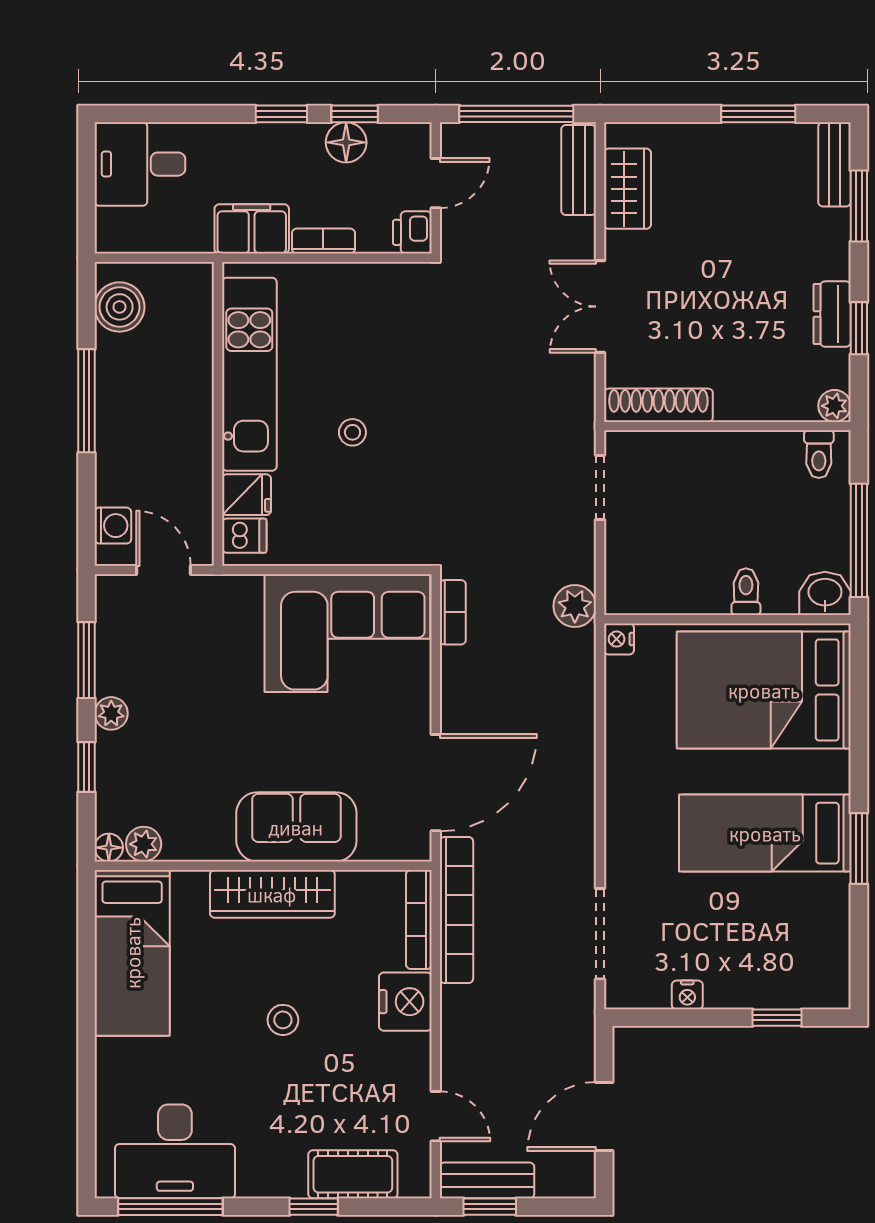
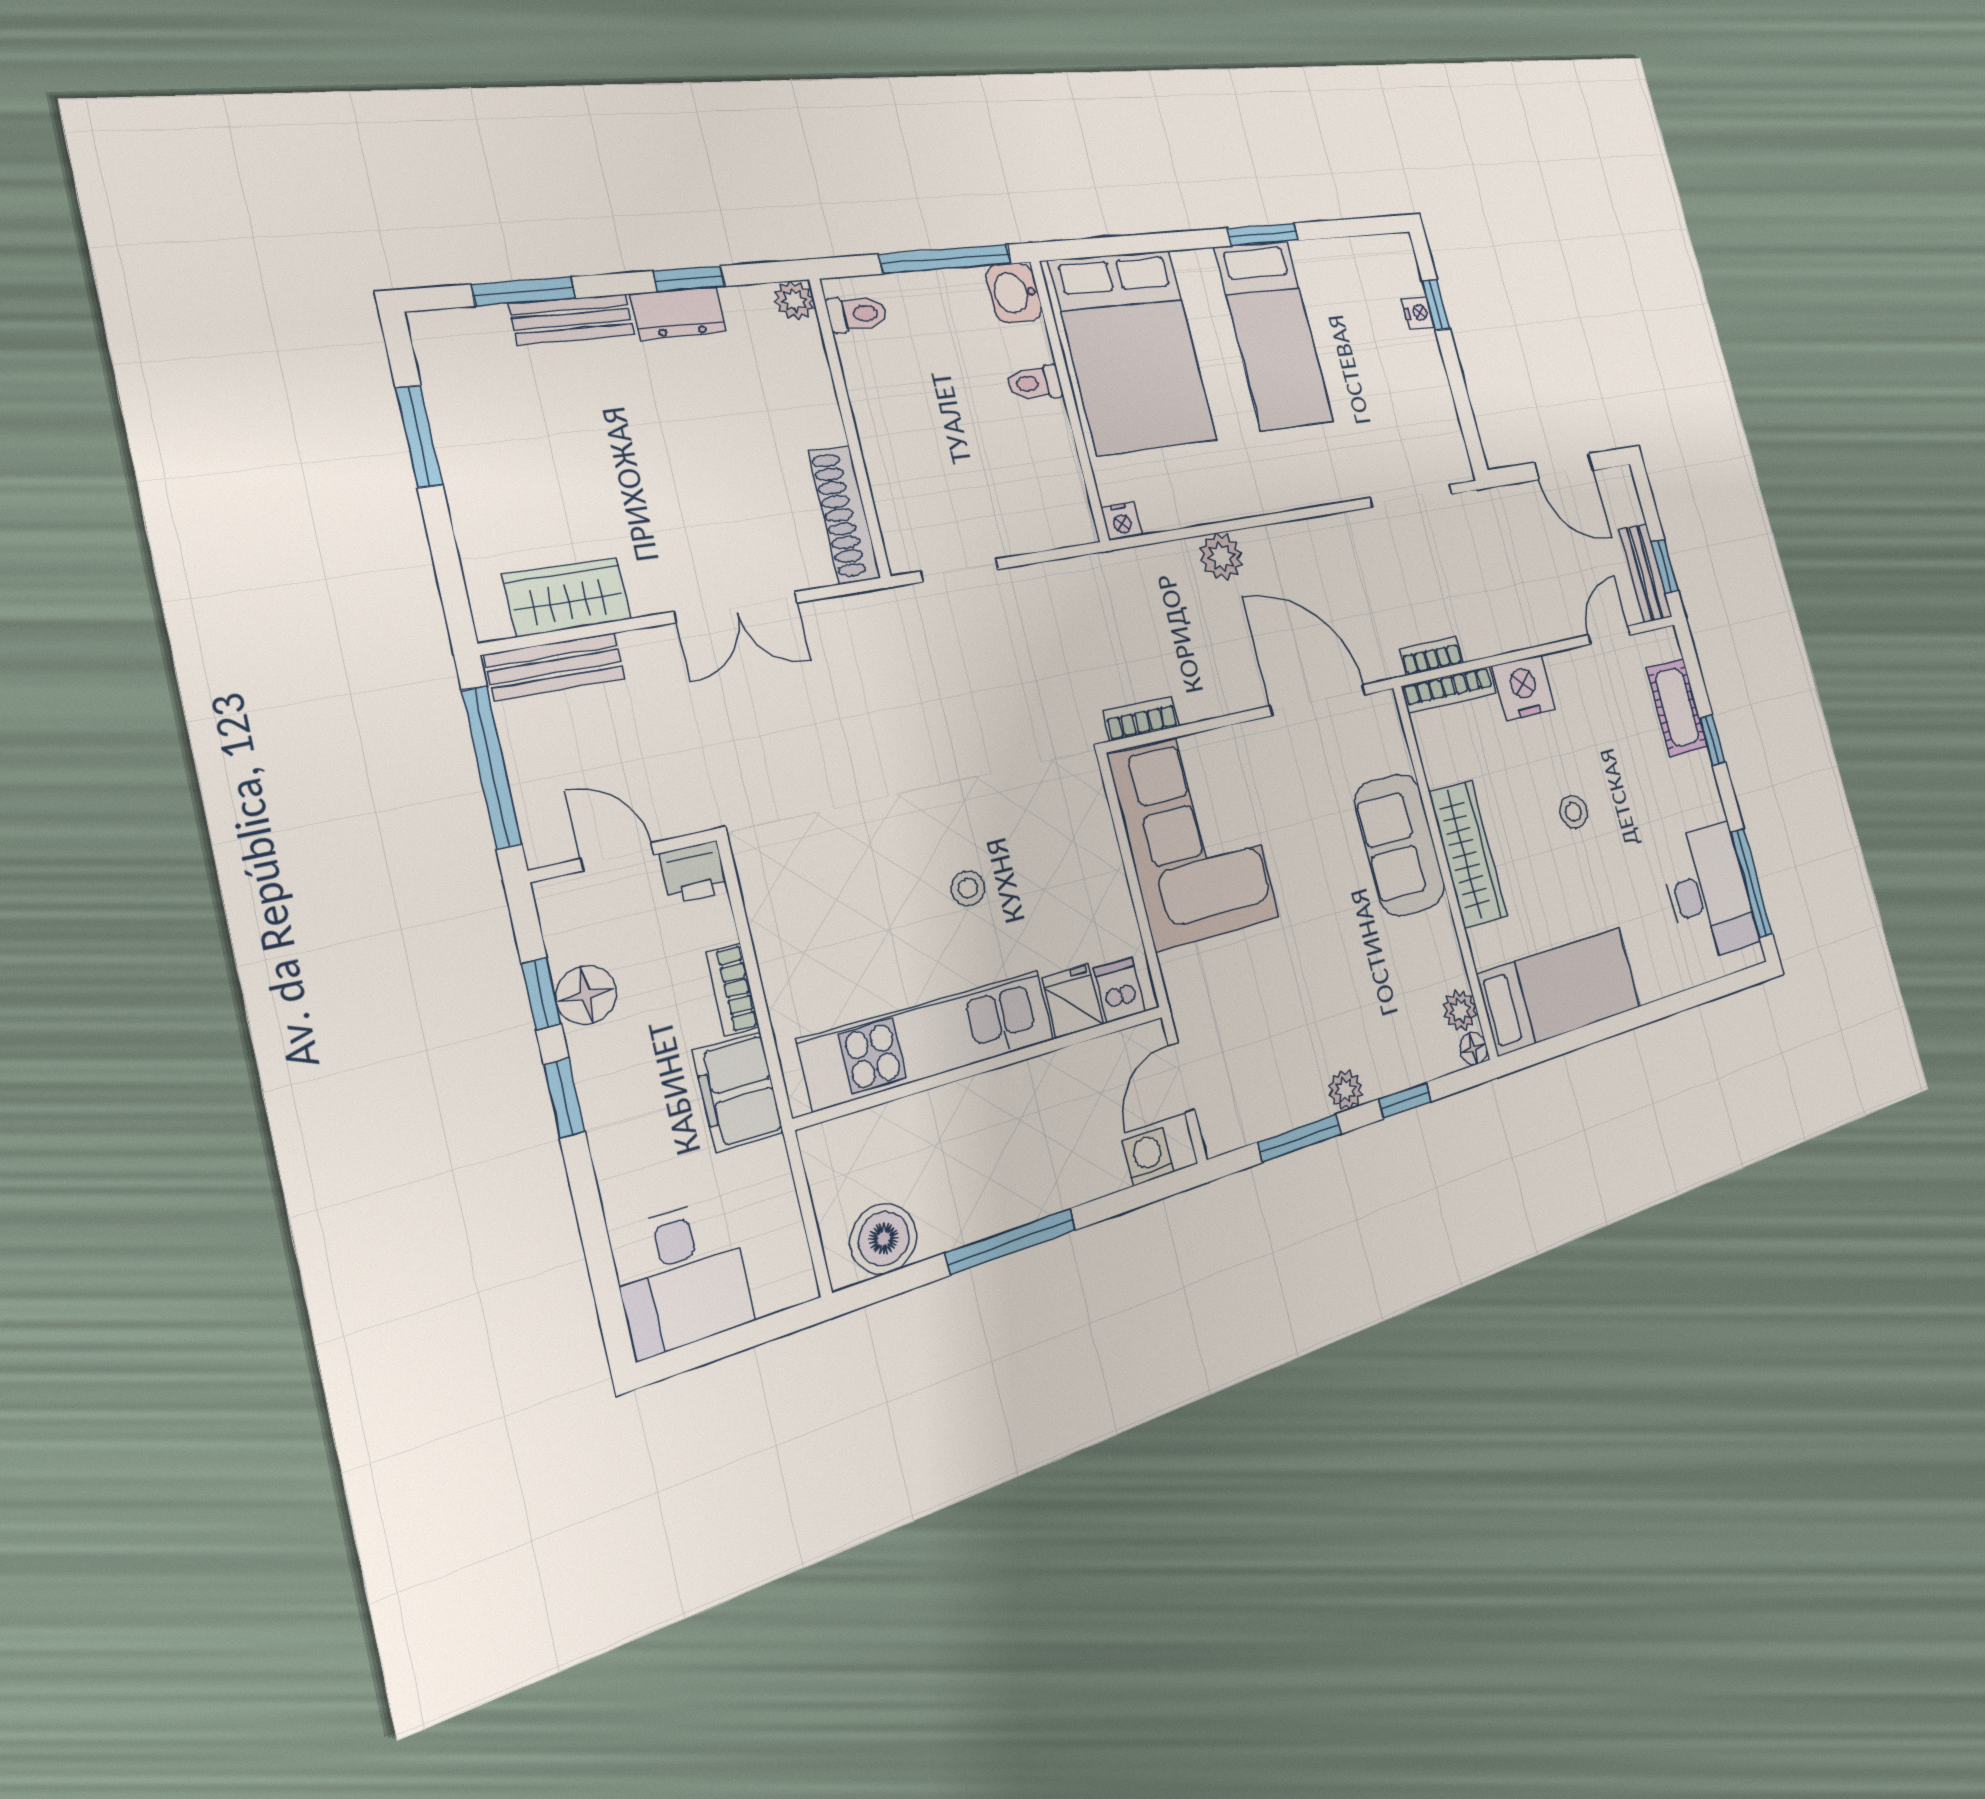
bench: (834, 164) -> (572, 319), moved
plant: (575, 606) -> (1221, 557), moved
bookcase: (456, 910) -> (1431, 656), width x0.43, depth x0.76
nightstand: (687, 995) -> (1418, 313), moved

